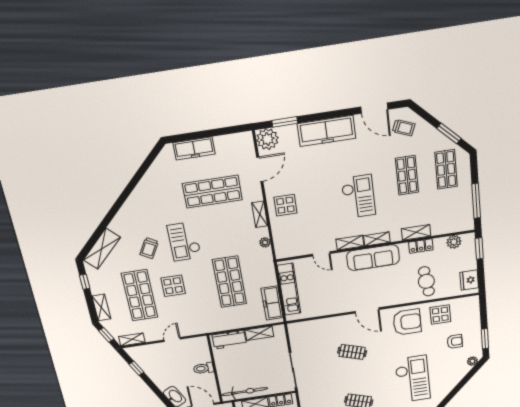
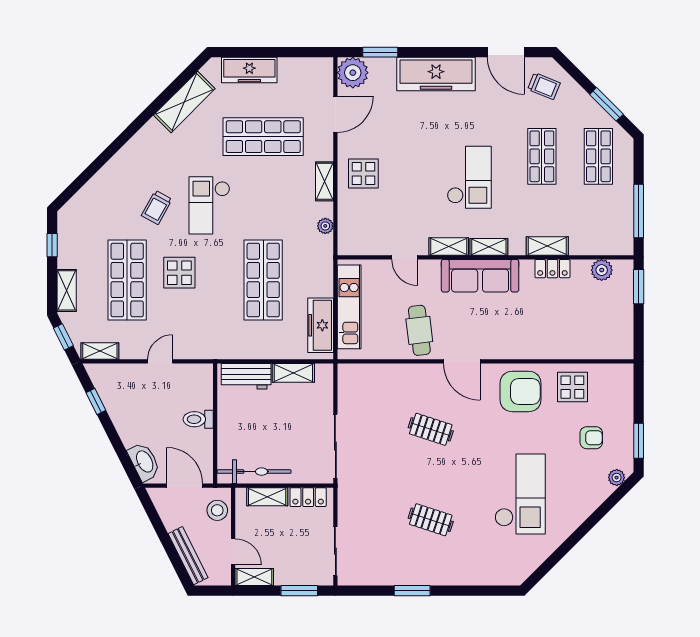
shelving: (102, 249) -> (184, 102), moved
fridge: (469, 280) -> (620, 336), removed
cafe table: (426, 281) -> (419, 330), moved

